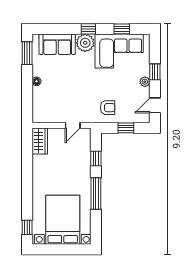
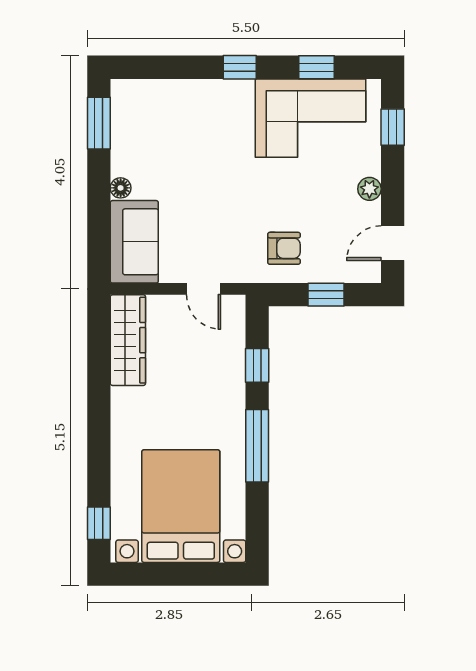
plant: (85, 43) -> (232, 99), removed
sofa: (57, 44) -> (134, 242), moved, turned -90
window: (155, 72) -> (393, 127), moved
door: (73, 125) -> (204, 289), hinge flipped
wardrobe: (40, 141) -> (128, 340), width x1.50

